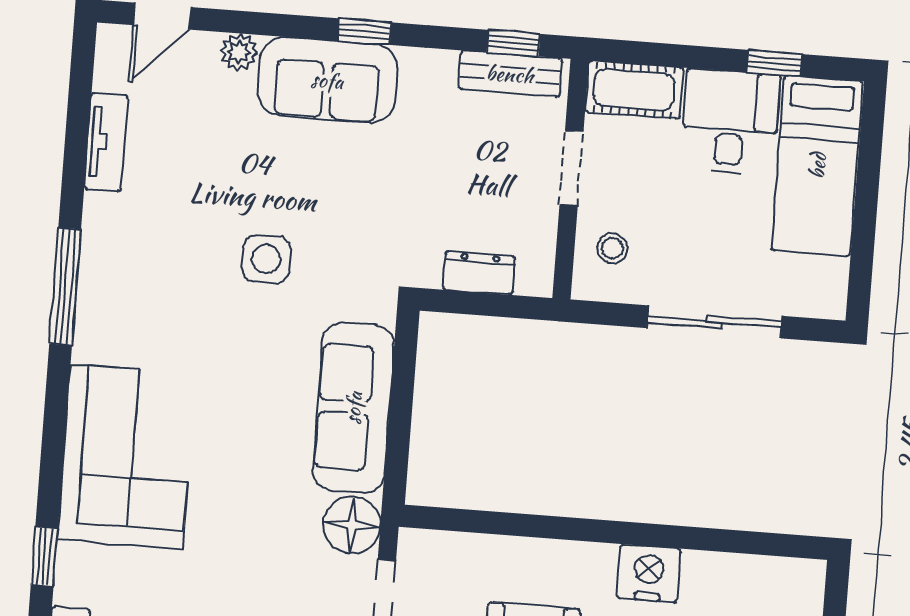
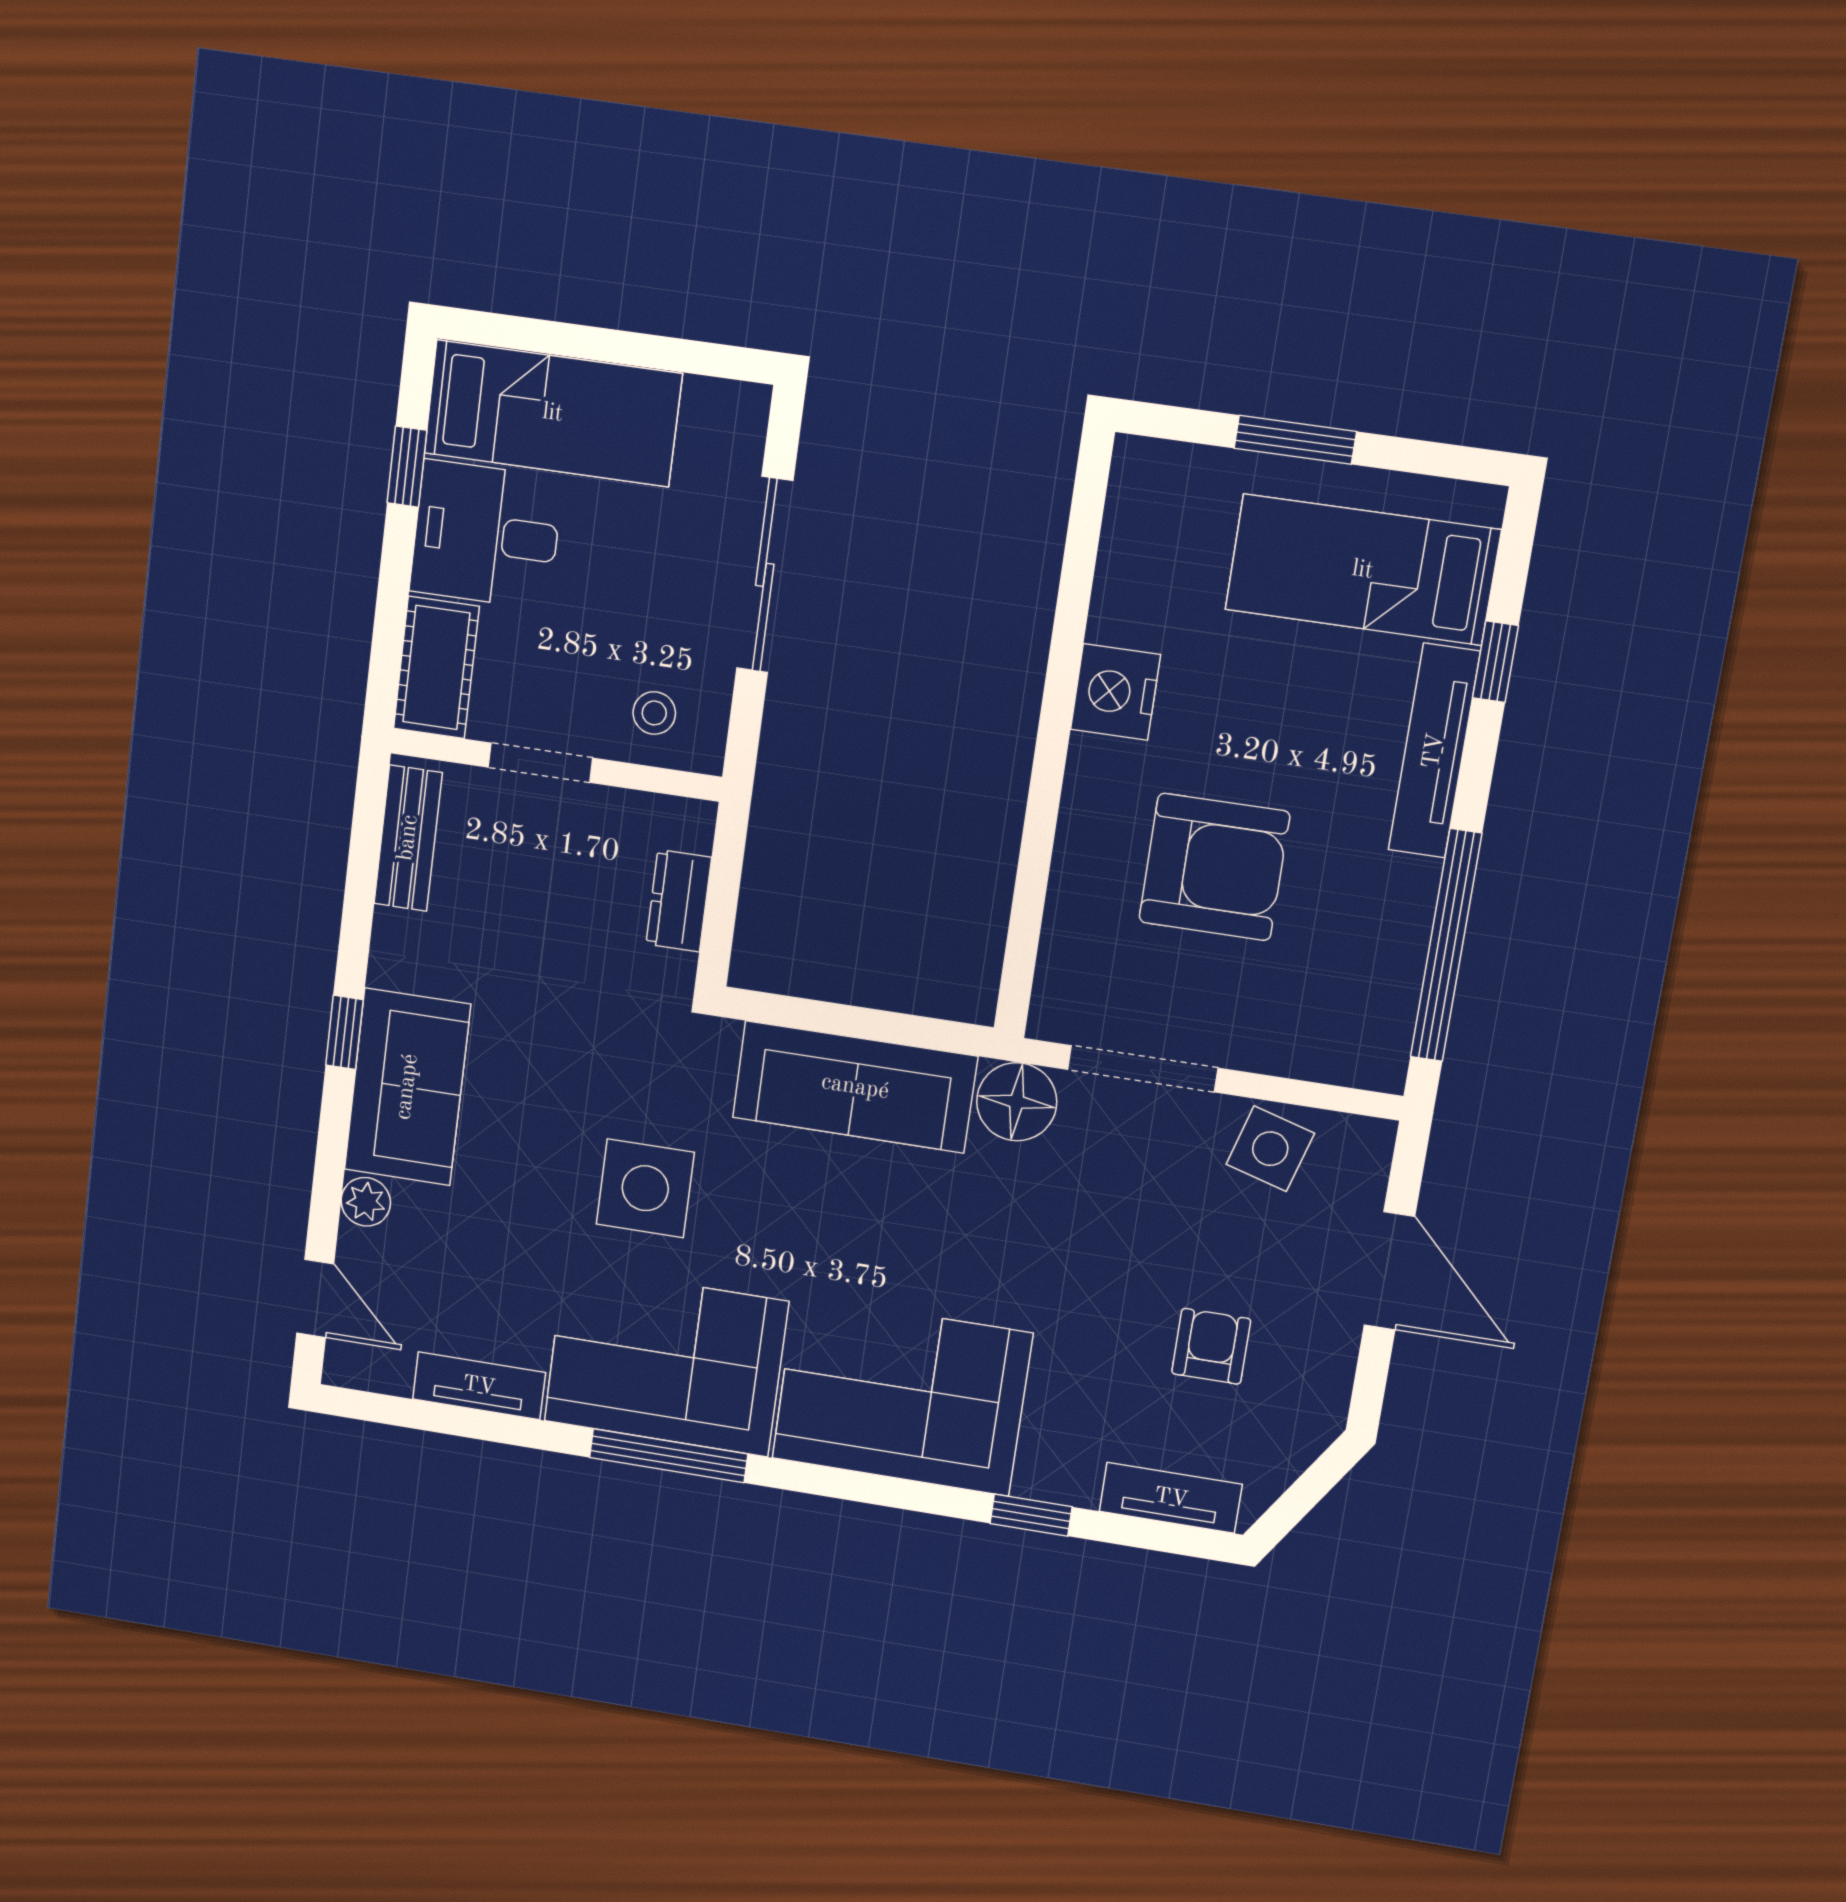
window: (513, 43) -> (367, 831), removed
side table: (266, 259) -> (645, 1188), width x1.37, depth x1.37
corner sofa: (137, 281) -> (666, 1361), added

